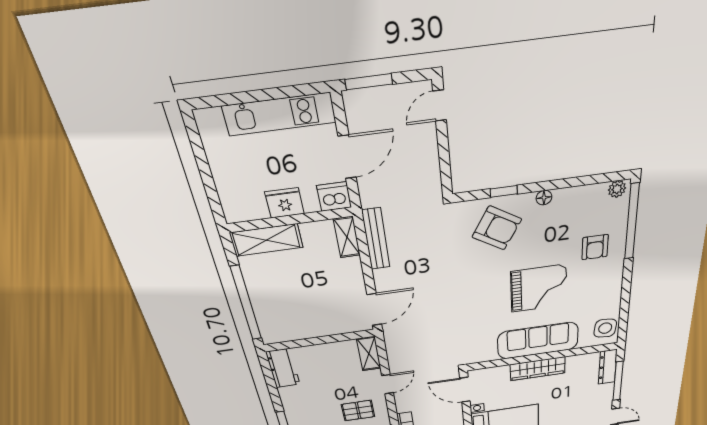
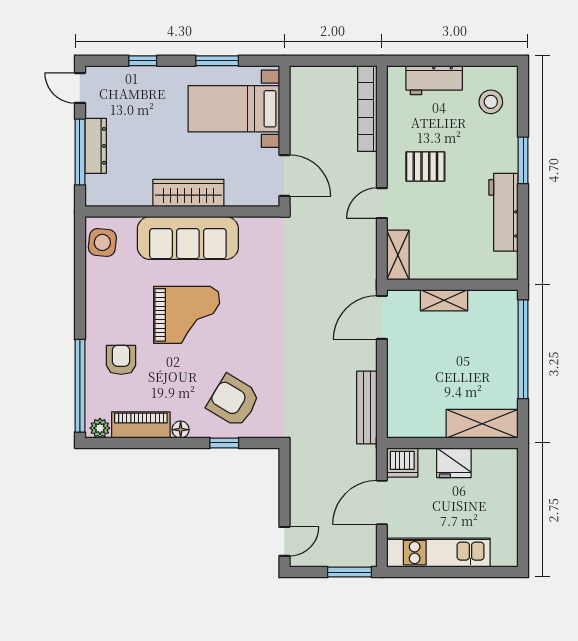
piano: (580, 197) -> (141, 425), added
shelving: (347, 237) -> (444, 300), moved, turned 90
grand piano: (539, 288) -> (187, 315), turned 180
dresser: (608, 367) -> (96, 146), moved
workbench: (283, 368) -> (504, 212), moved, width x1.38

